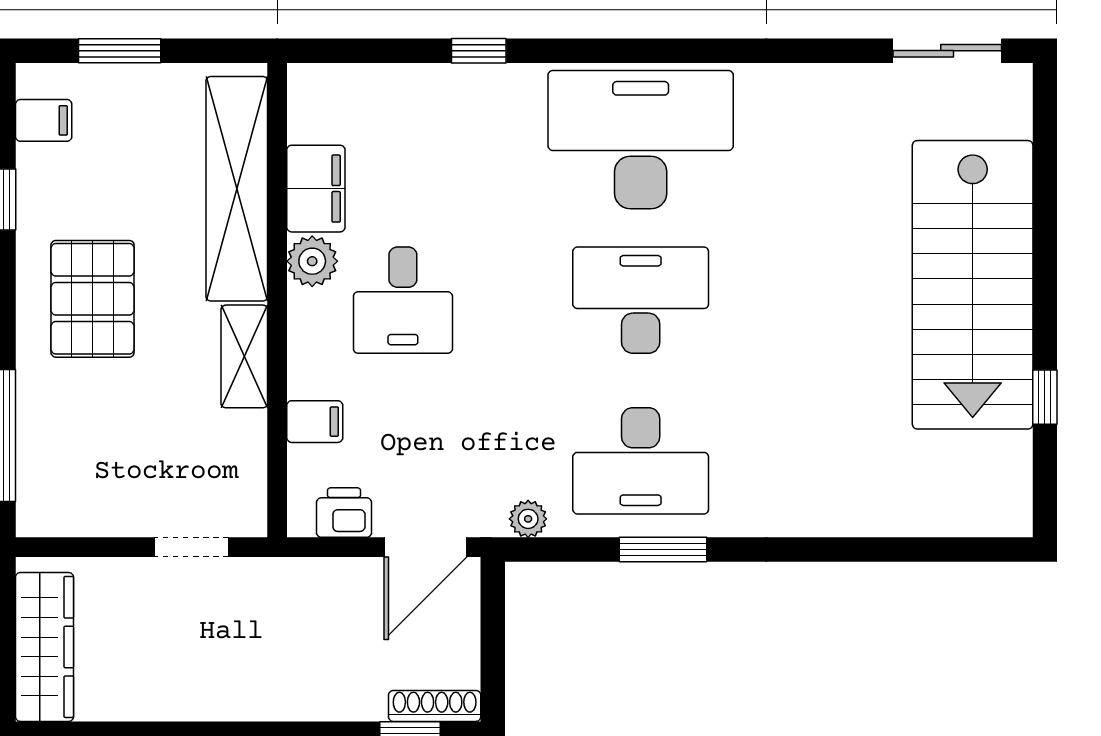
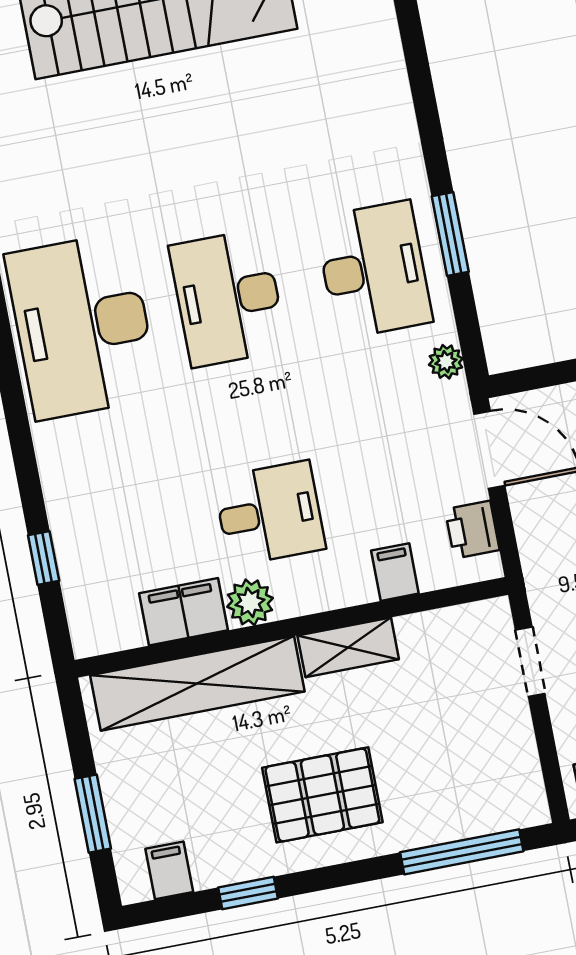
window: (479, 51) -> (44, 558), moved

